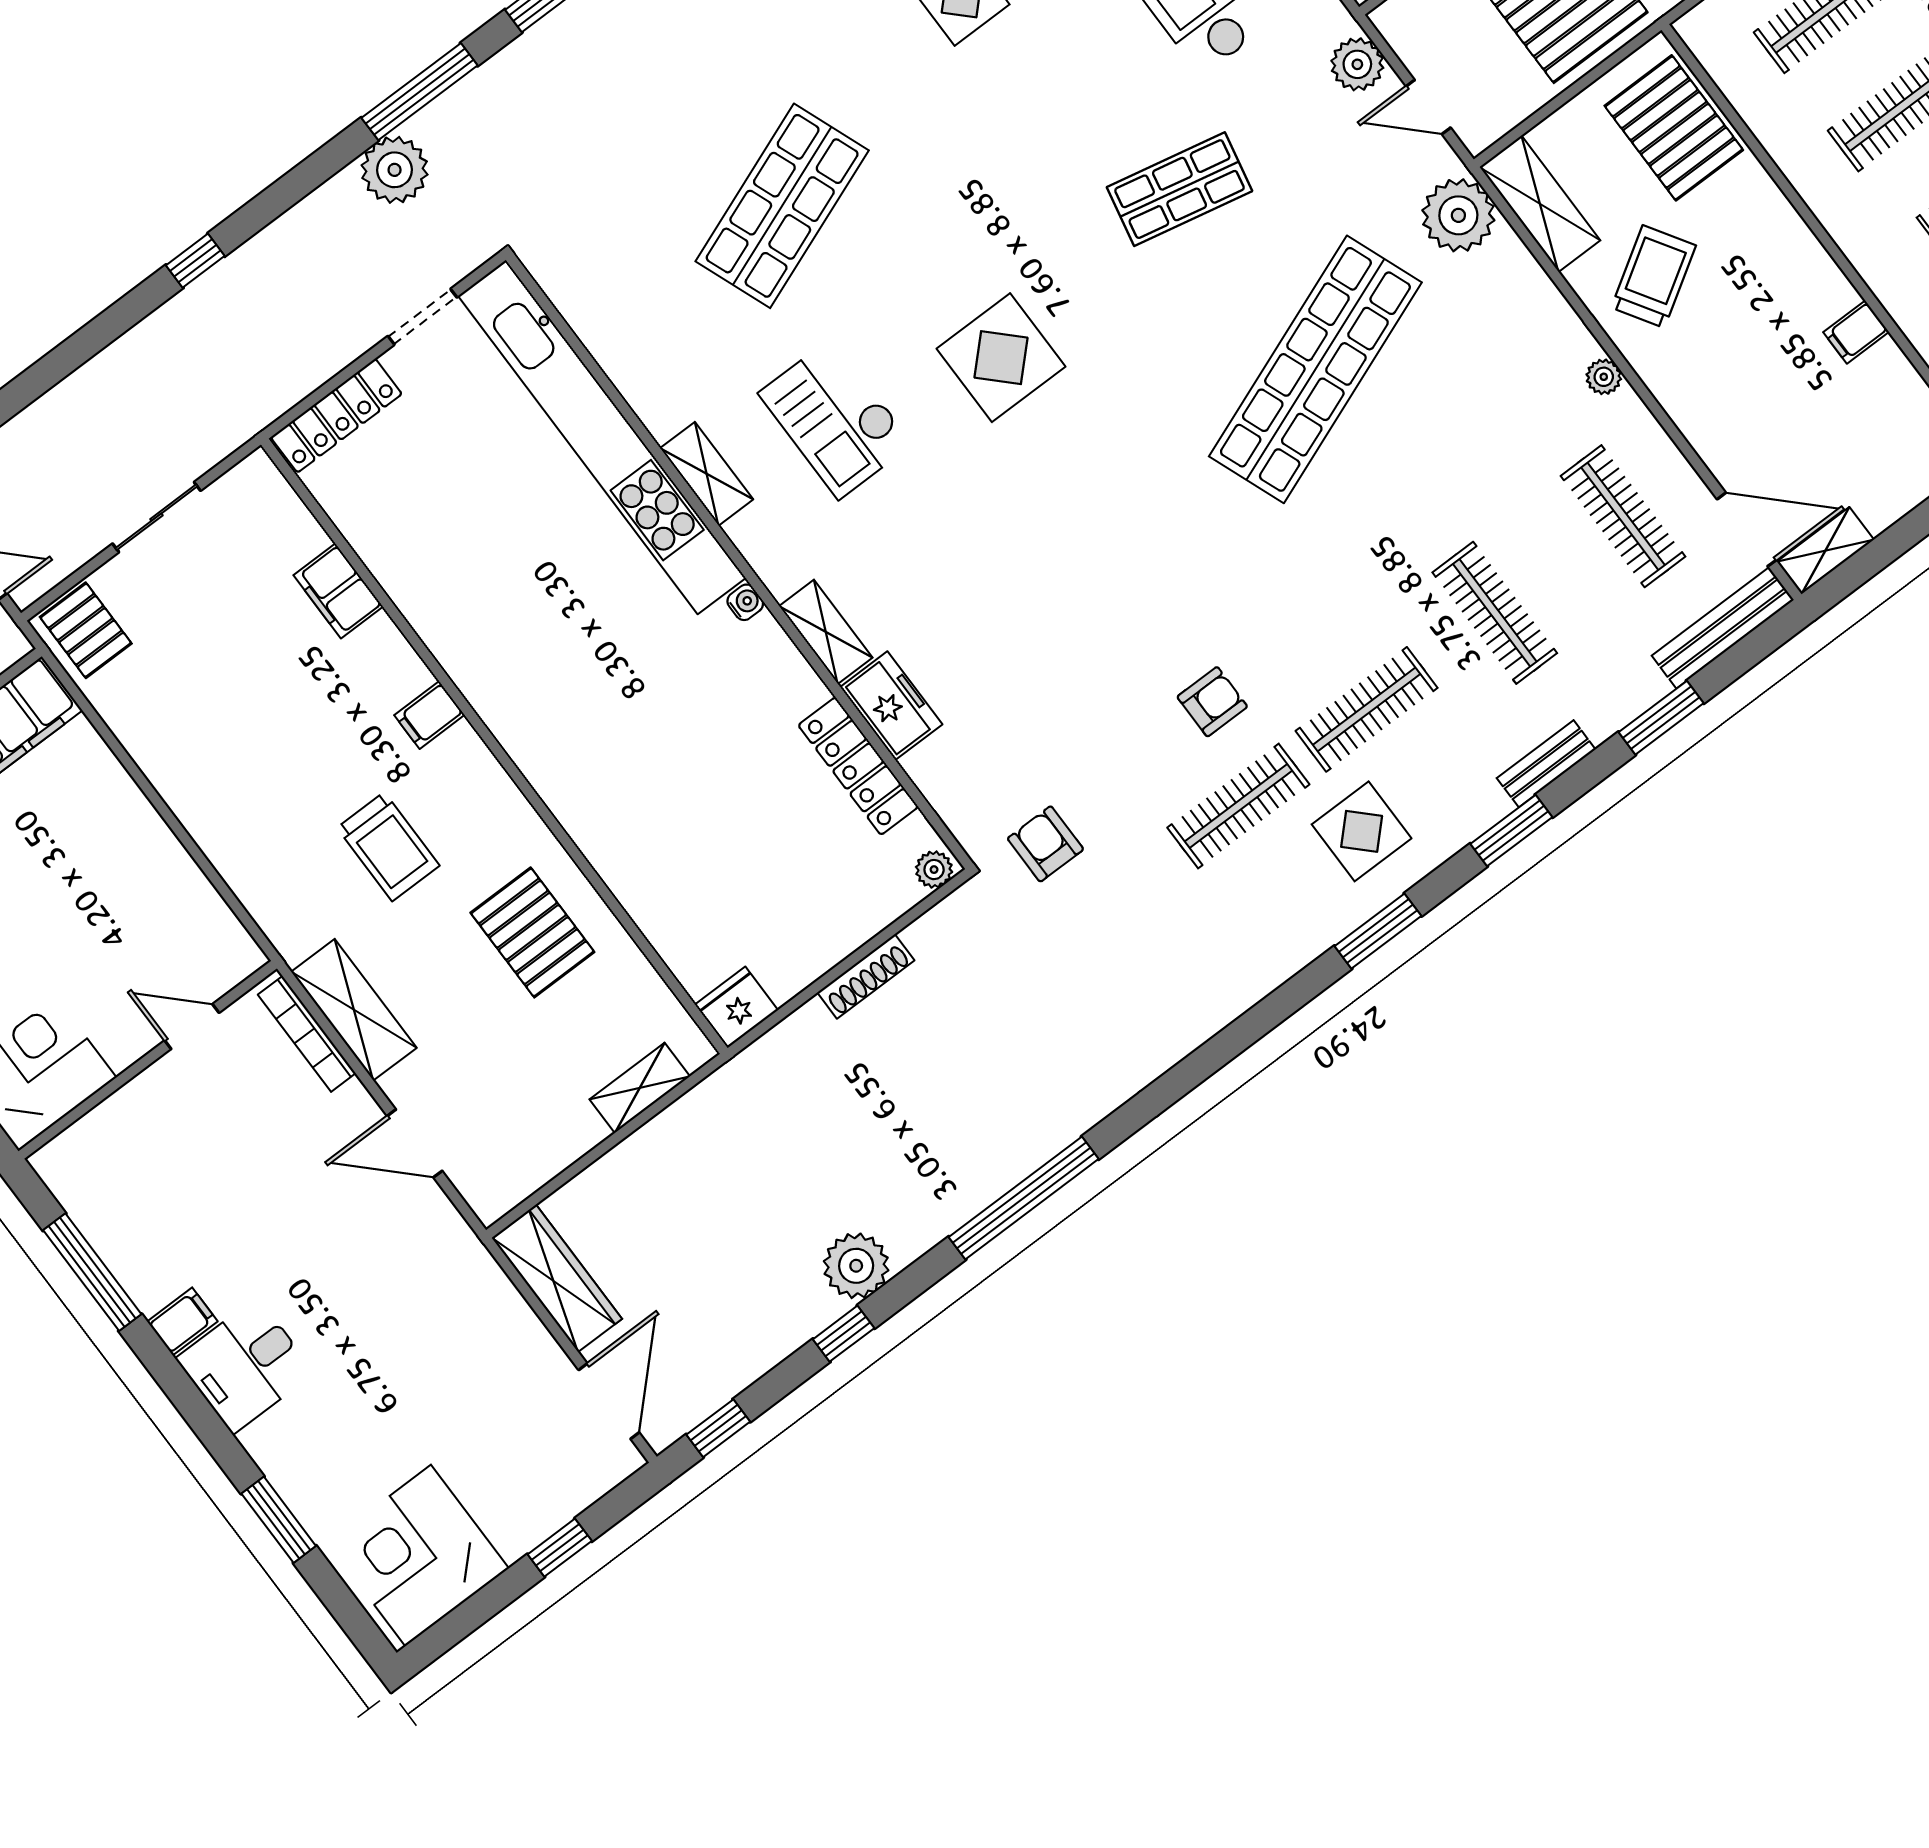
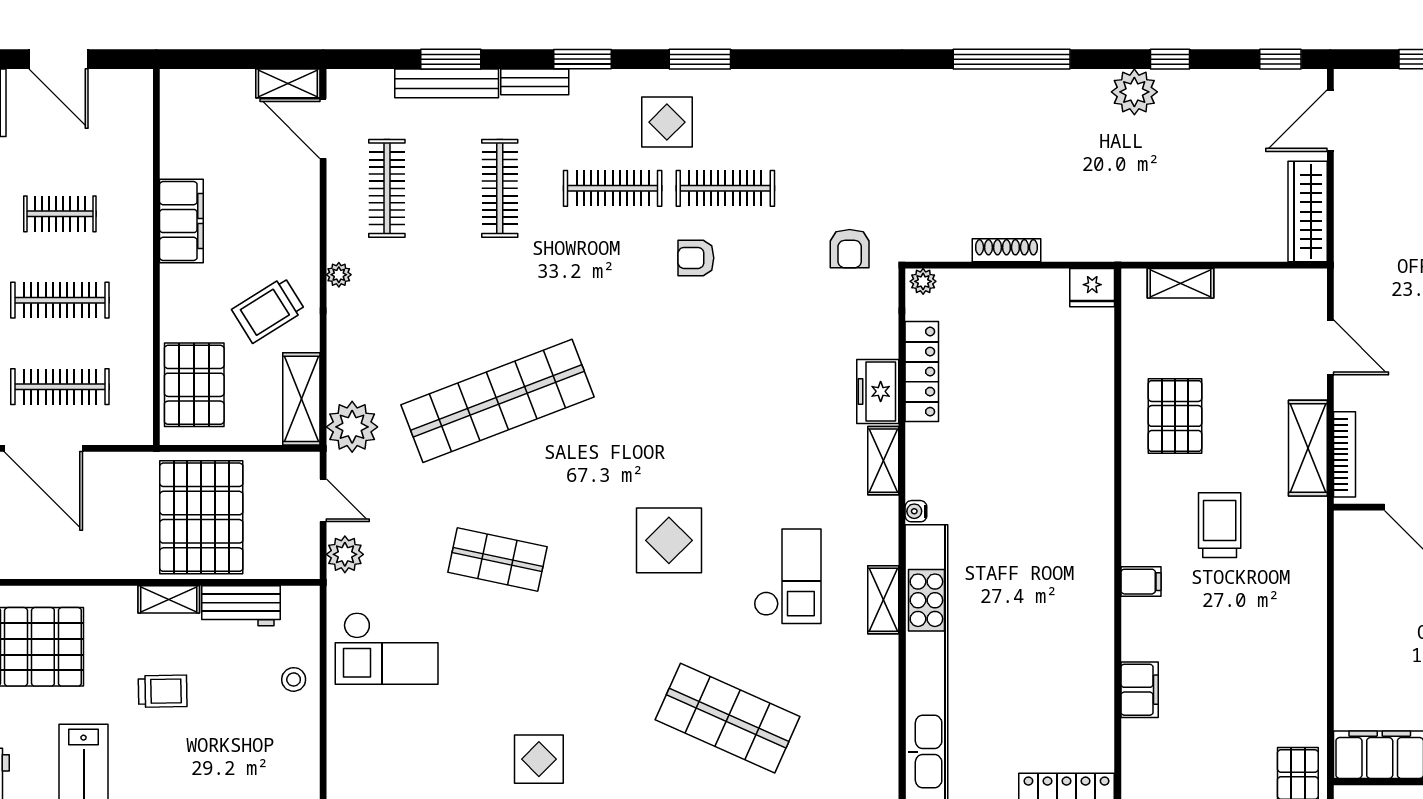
shop shelf: (782, 206) -> (728, 718), turned 45
filing cabinet: (1856, 332) -> (181, 221), width x3.00, depth x1.17
bench: (1723, 628) -> (447, 83), moved

